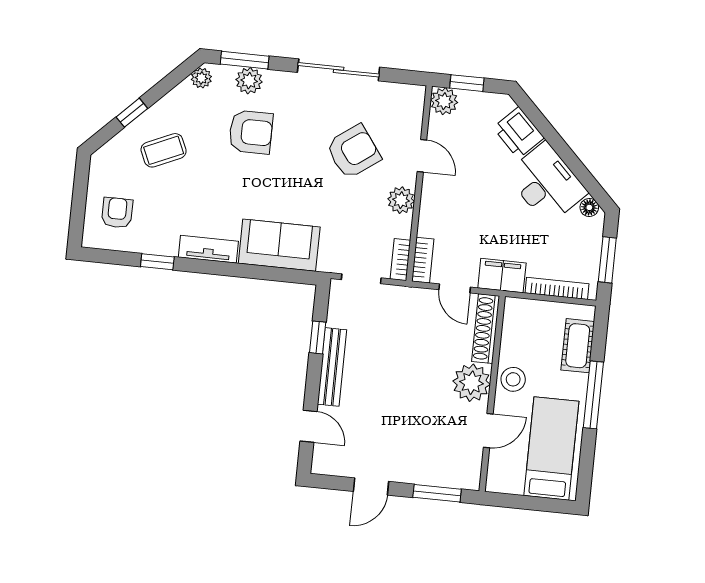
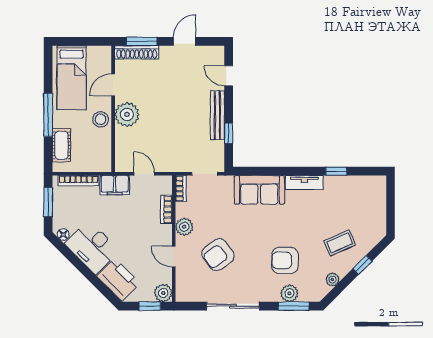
plant: (201, 78) -> (332, 279), moved
printer: (519, 133) -> (118, 280), width x1.37, depth x1.19
armchair: (117, 213) -> (365, 200), removed
bookcase: (423, 260) -> (166, 209), moved
shoe rack: (486, 329) -> (137, 52), moved, turned 90

